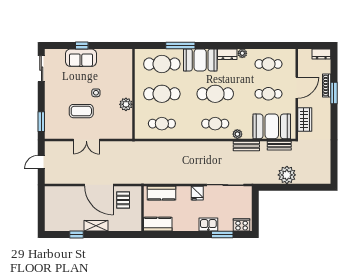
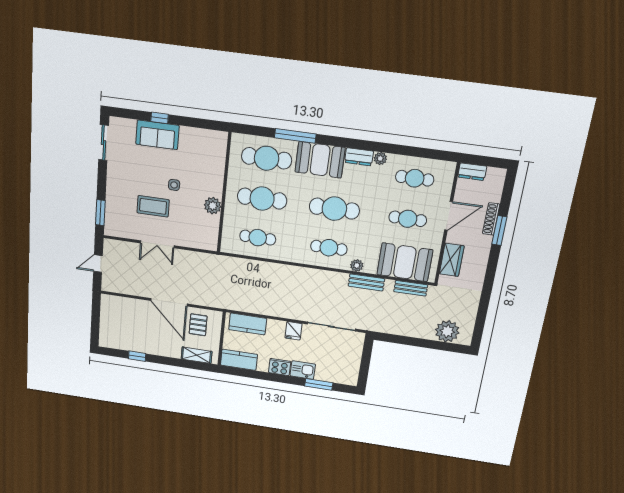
dresser: (321, 54) -> (472, 172), moved
plant: (287, 175) -> (447, 331), moved
cooker: (242, 225) -> (280, 367), moved
shelving: (96, 226) -> (197, 355), moved

